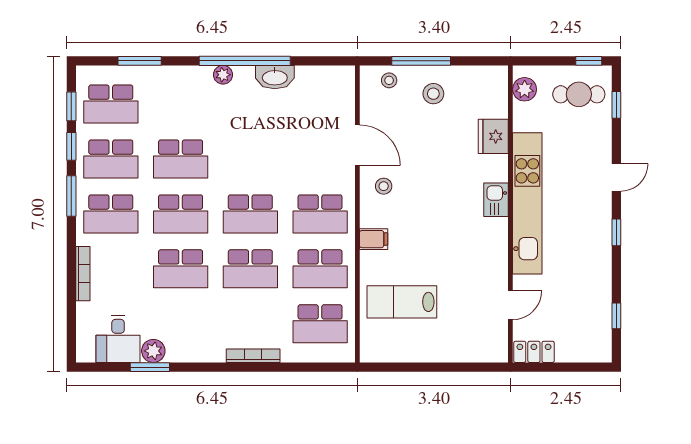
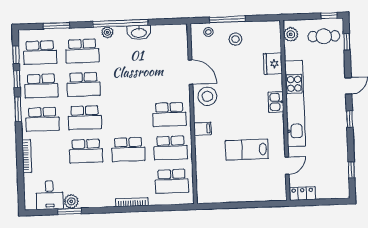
stool: (384, 186) -> (207, 96), width x1.89, depth x1.89
school desk: (250, 214) -> (82, 51), moved
lab bench: (402, 302) -> (247, 150), moved

